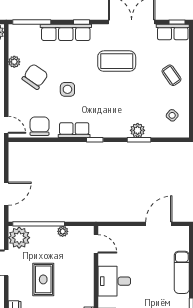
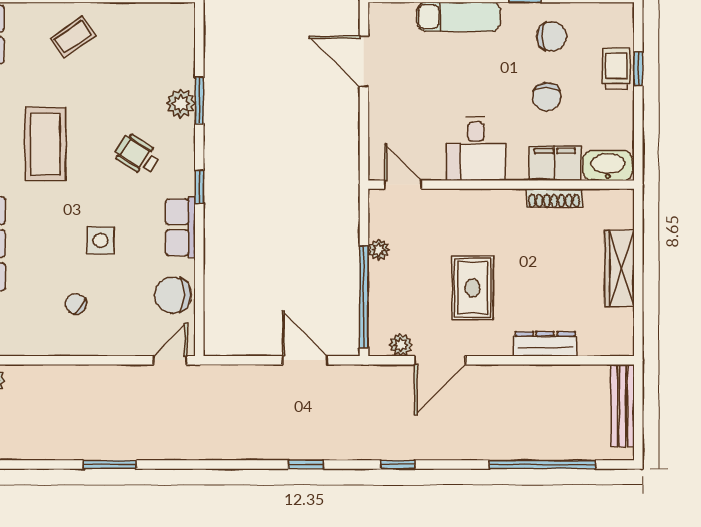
plant: (14, 62) -> (47, 345), removed
chair: (35, 77) -> (76, 304), width x0.54, depth x0.54
wheelchair: (111, 108) -> (137, 155), added
side table: (172, 115) -> (152, 36), removed
plant: (19, 238) -> (401, 345), width x0.53, depth x0.53
door: (96, 244) -> (403, 185), hinge flipped
rug: (43, 279) -> (473, 288), turned 90

